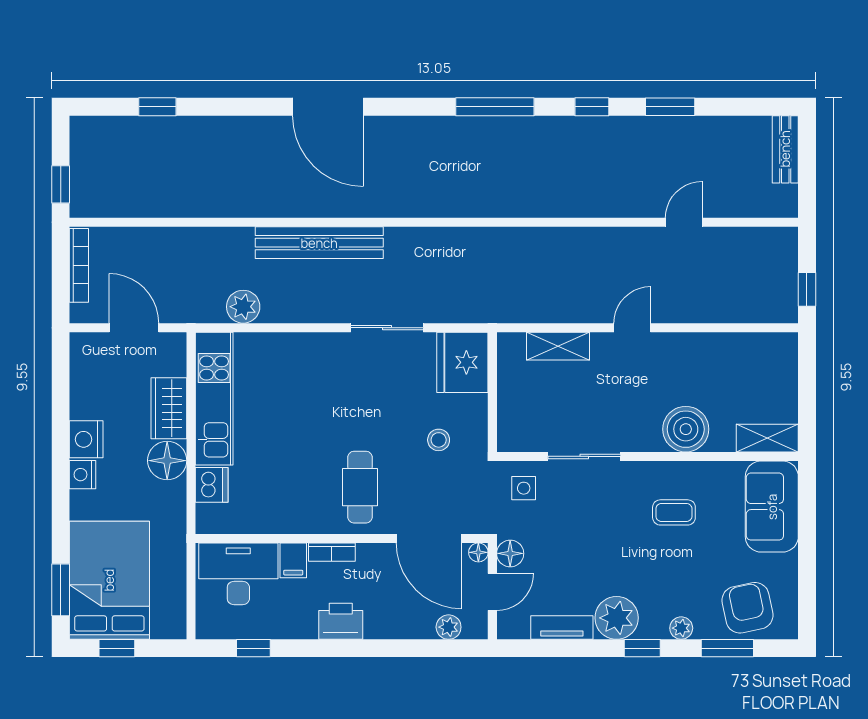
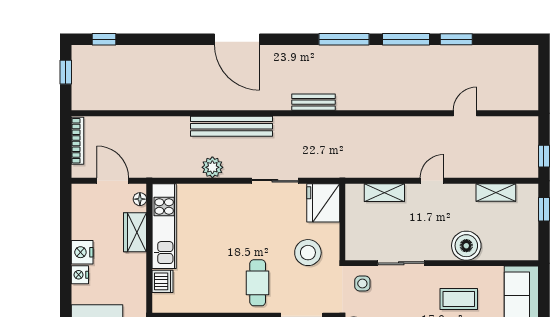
window: (157, 107) -> (104, 39), moved
window: (592, 107) -> (406, 39), width x2.17
bench: (785, 149) -> (314, 102), moved, turned 90
window: (61, 184) -> (66, 72), moved
plant: (243, 307) -> (212, 167), moved
window: (807, 372) -> (544, 209), added
shelving: (767, 438) -> (496, 192), moved
stool: (439, 440) -> (308, 253), width x1.89, depth x1.89
floor lamp: (167, 461) -> (140, 199), moved, width x0.53, depth x0.53
coffee table: (674, 512) -> (459, 299), width x1.36, depth x1.30

